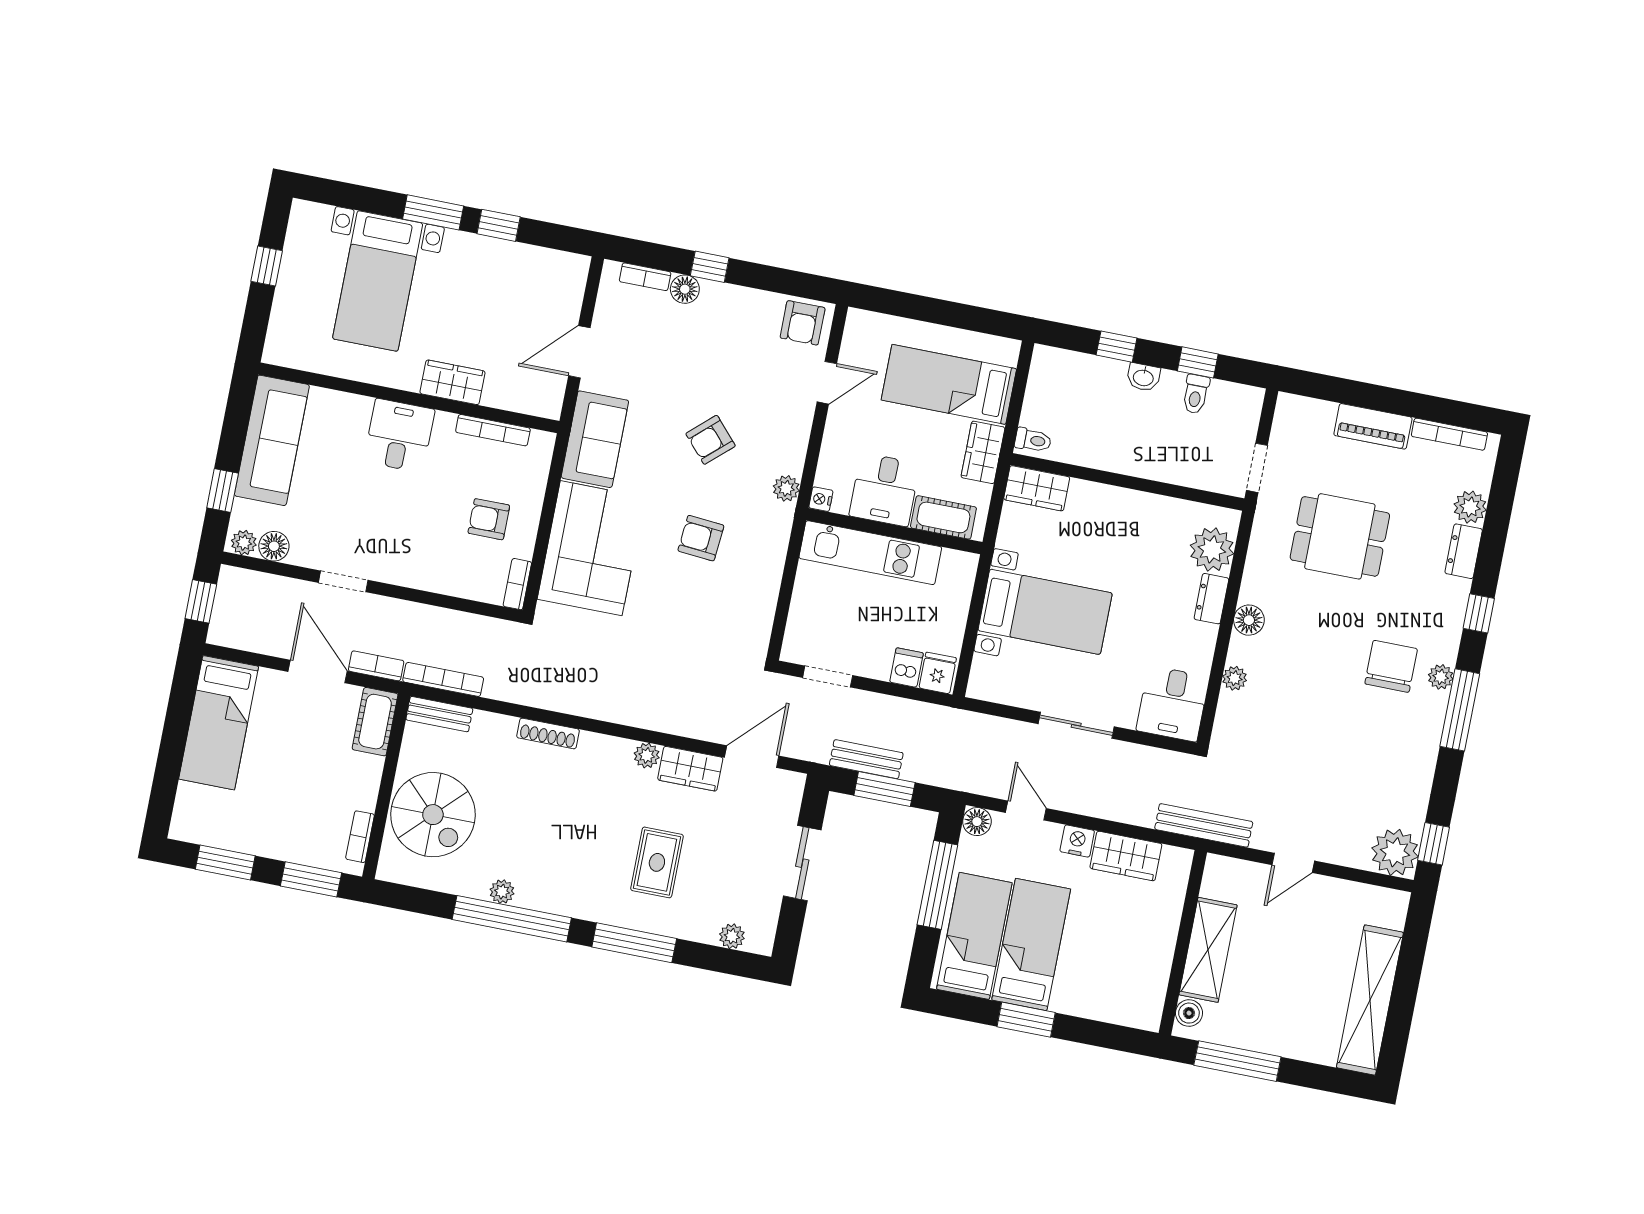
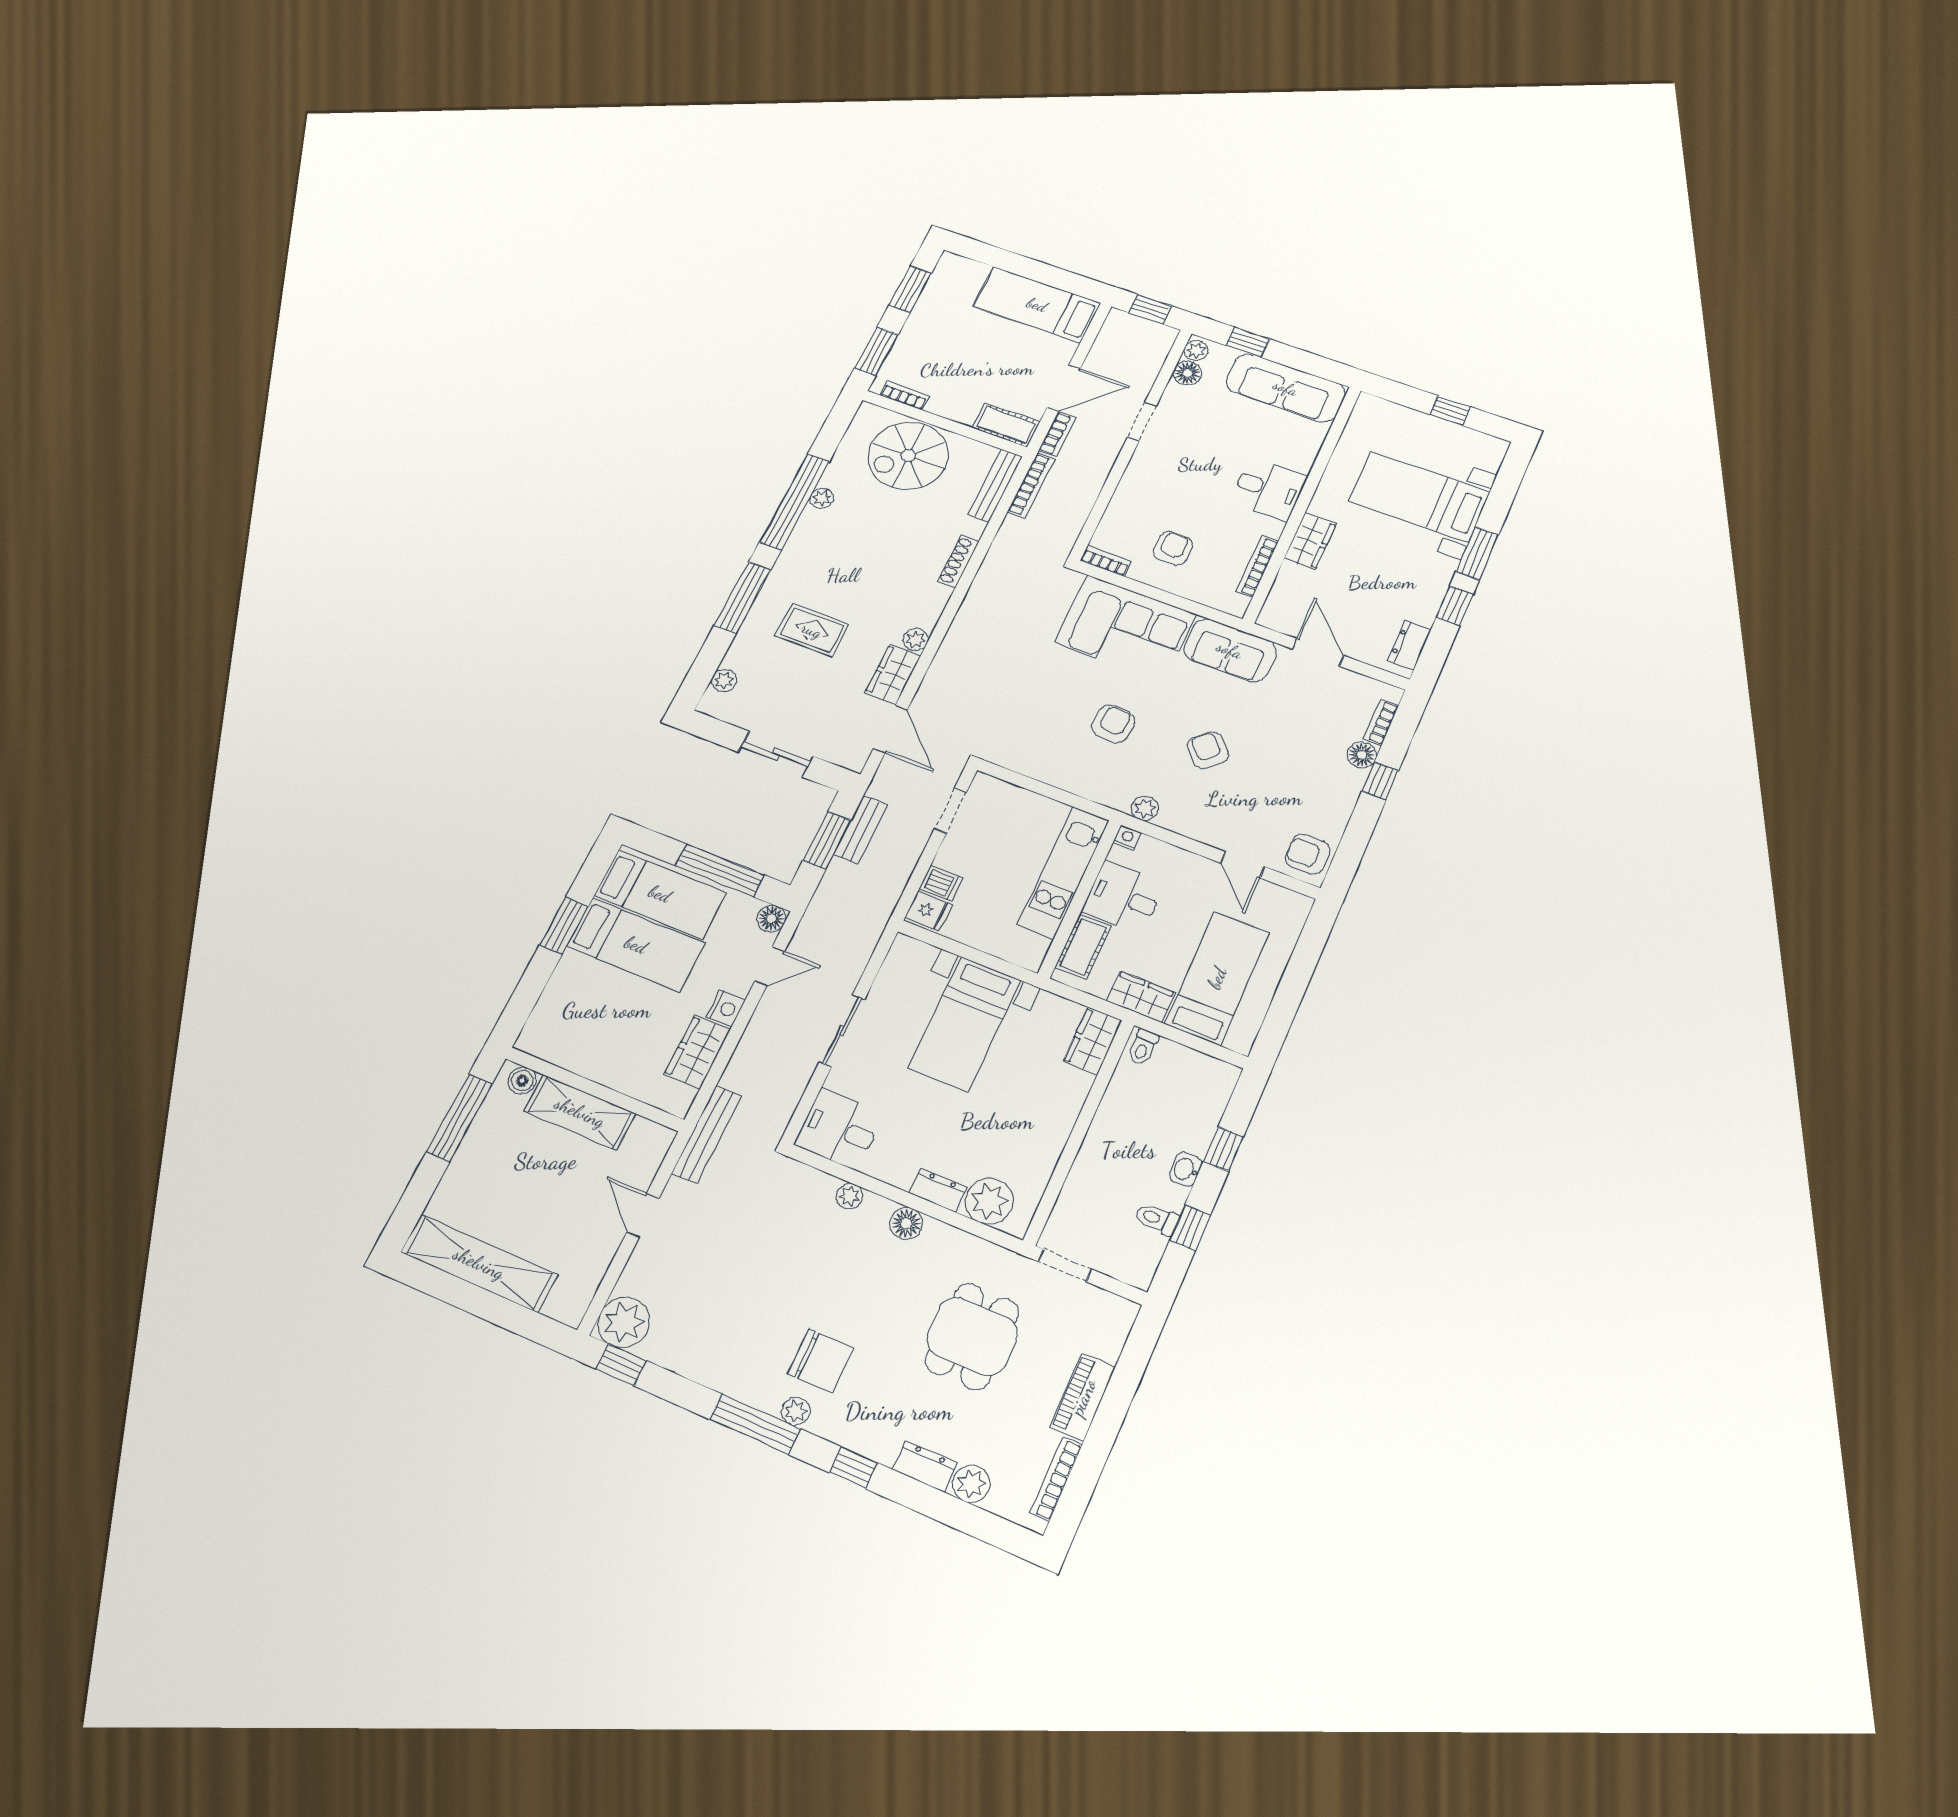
dresser: (553, 263) -> (1409, 645), added
bench: (439, 714) -> (995, 485), width x1.36

